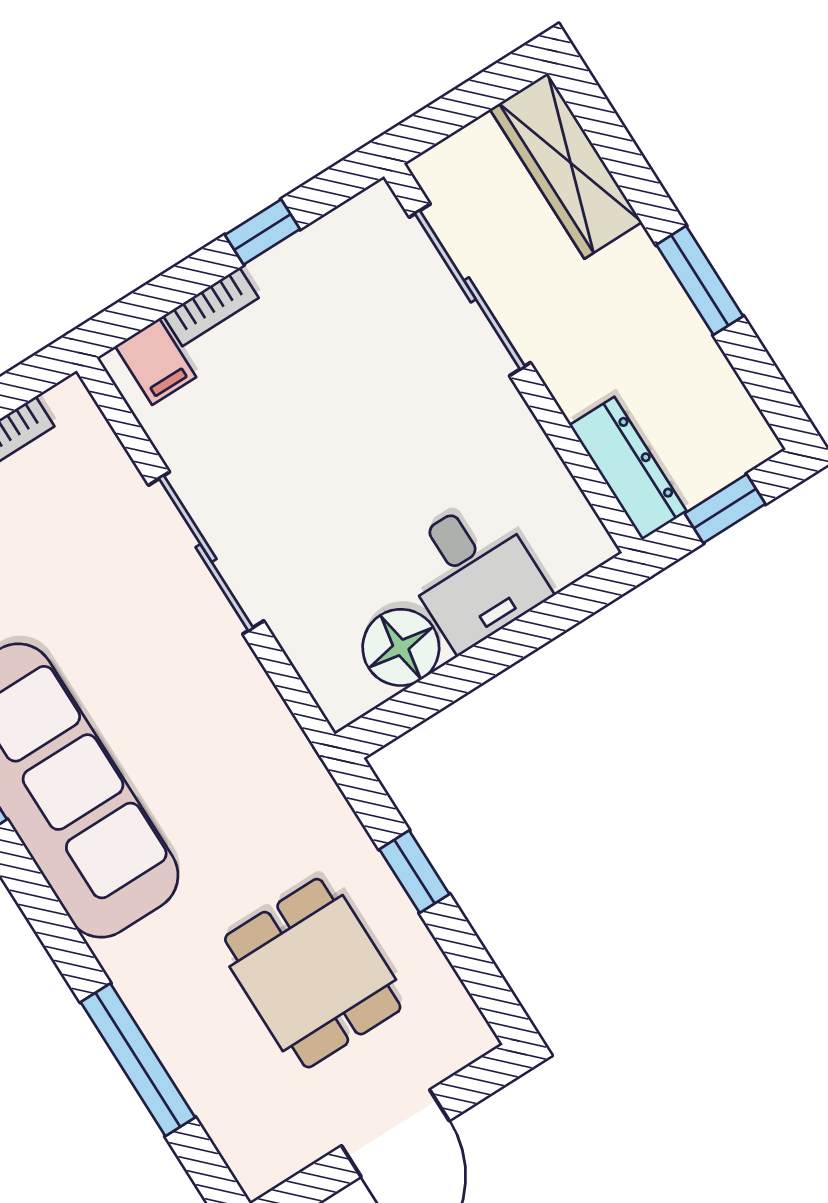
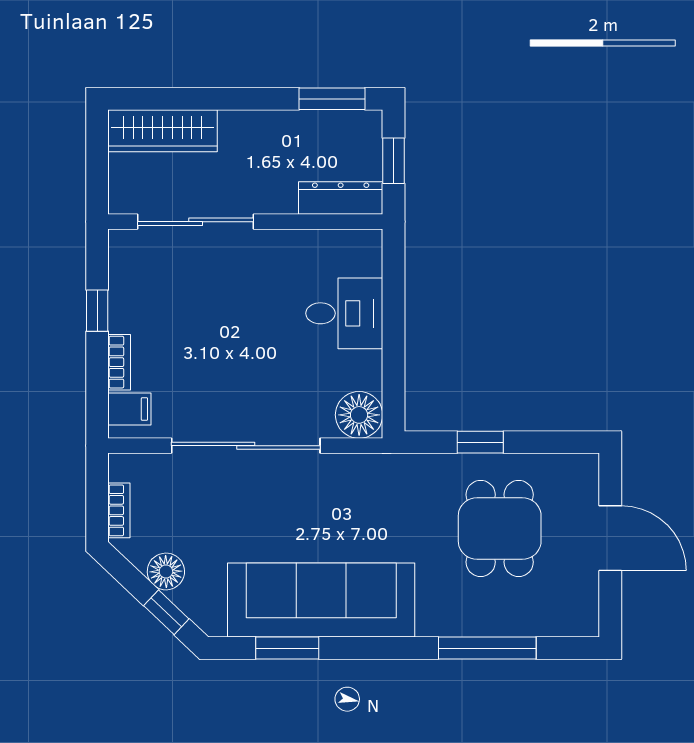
window: (700, 280) -> (332, 99), moved
sliding door: (206, 553) -> (246, 446), width x1.36
floor lamp: (401, 647) -> (359, 415), moved
dining table: (313, 973) -> (500, 528), turned 90

